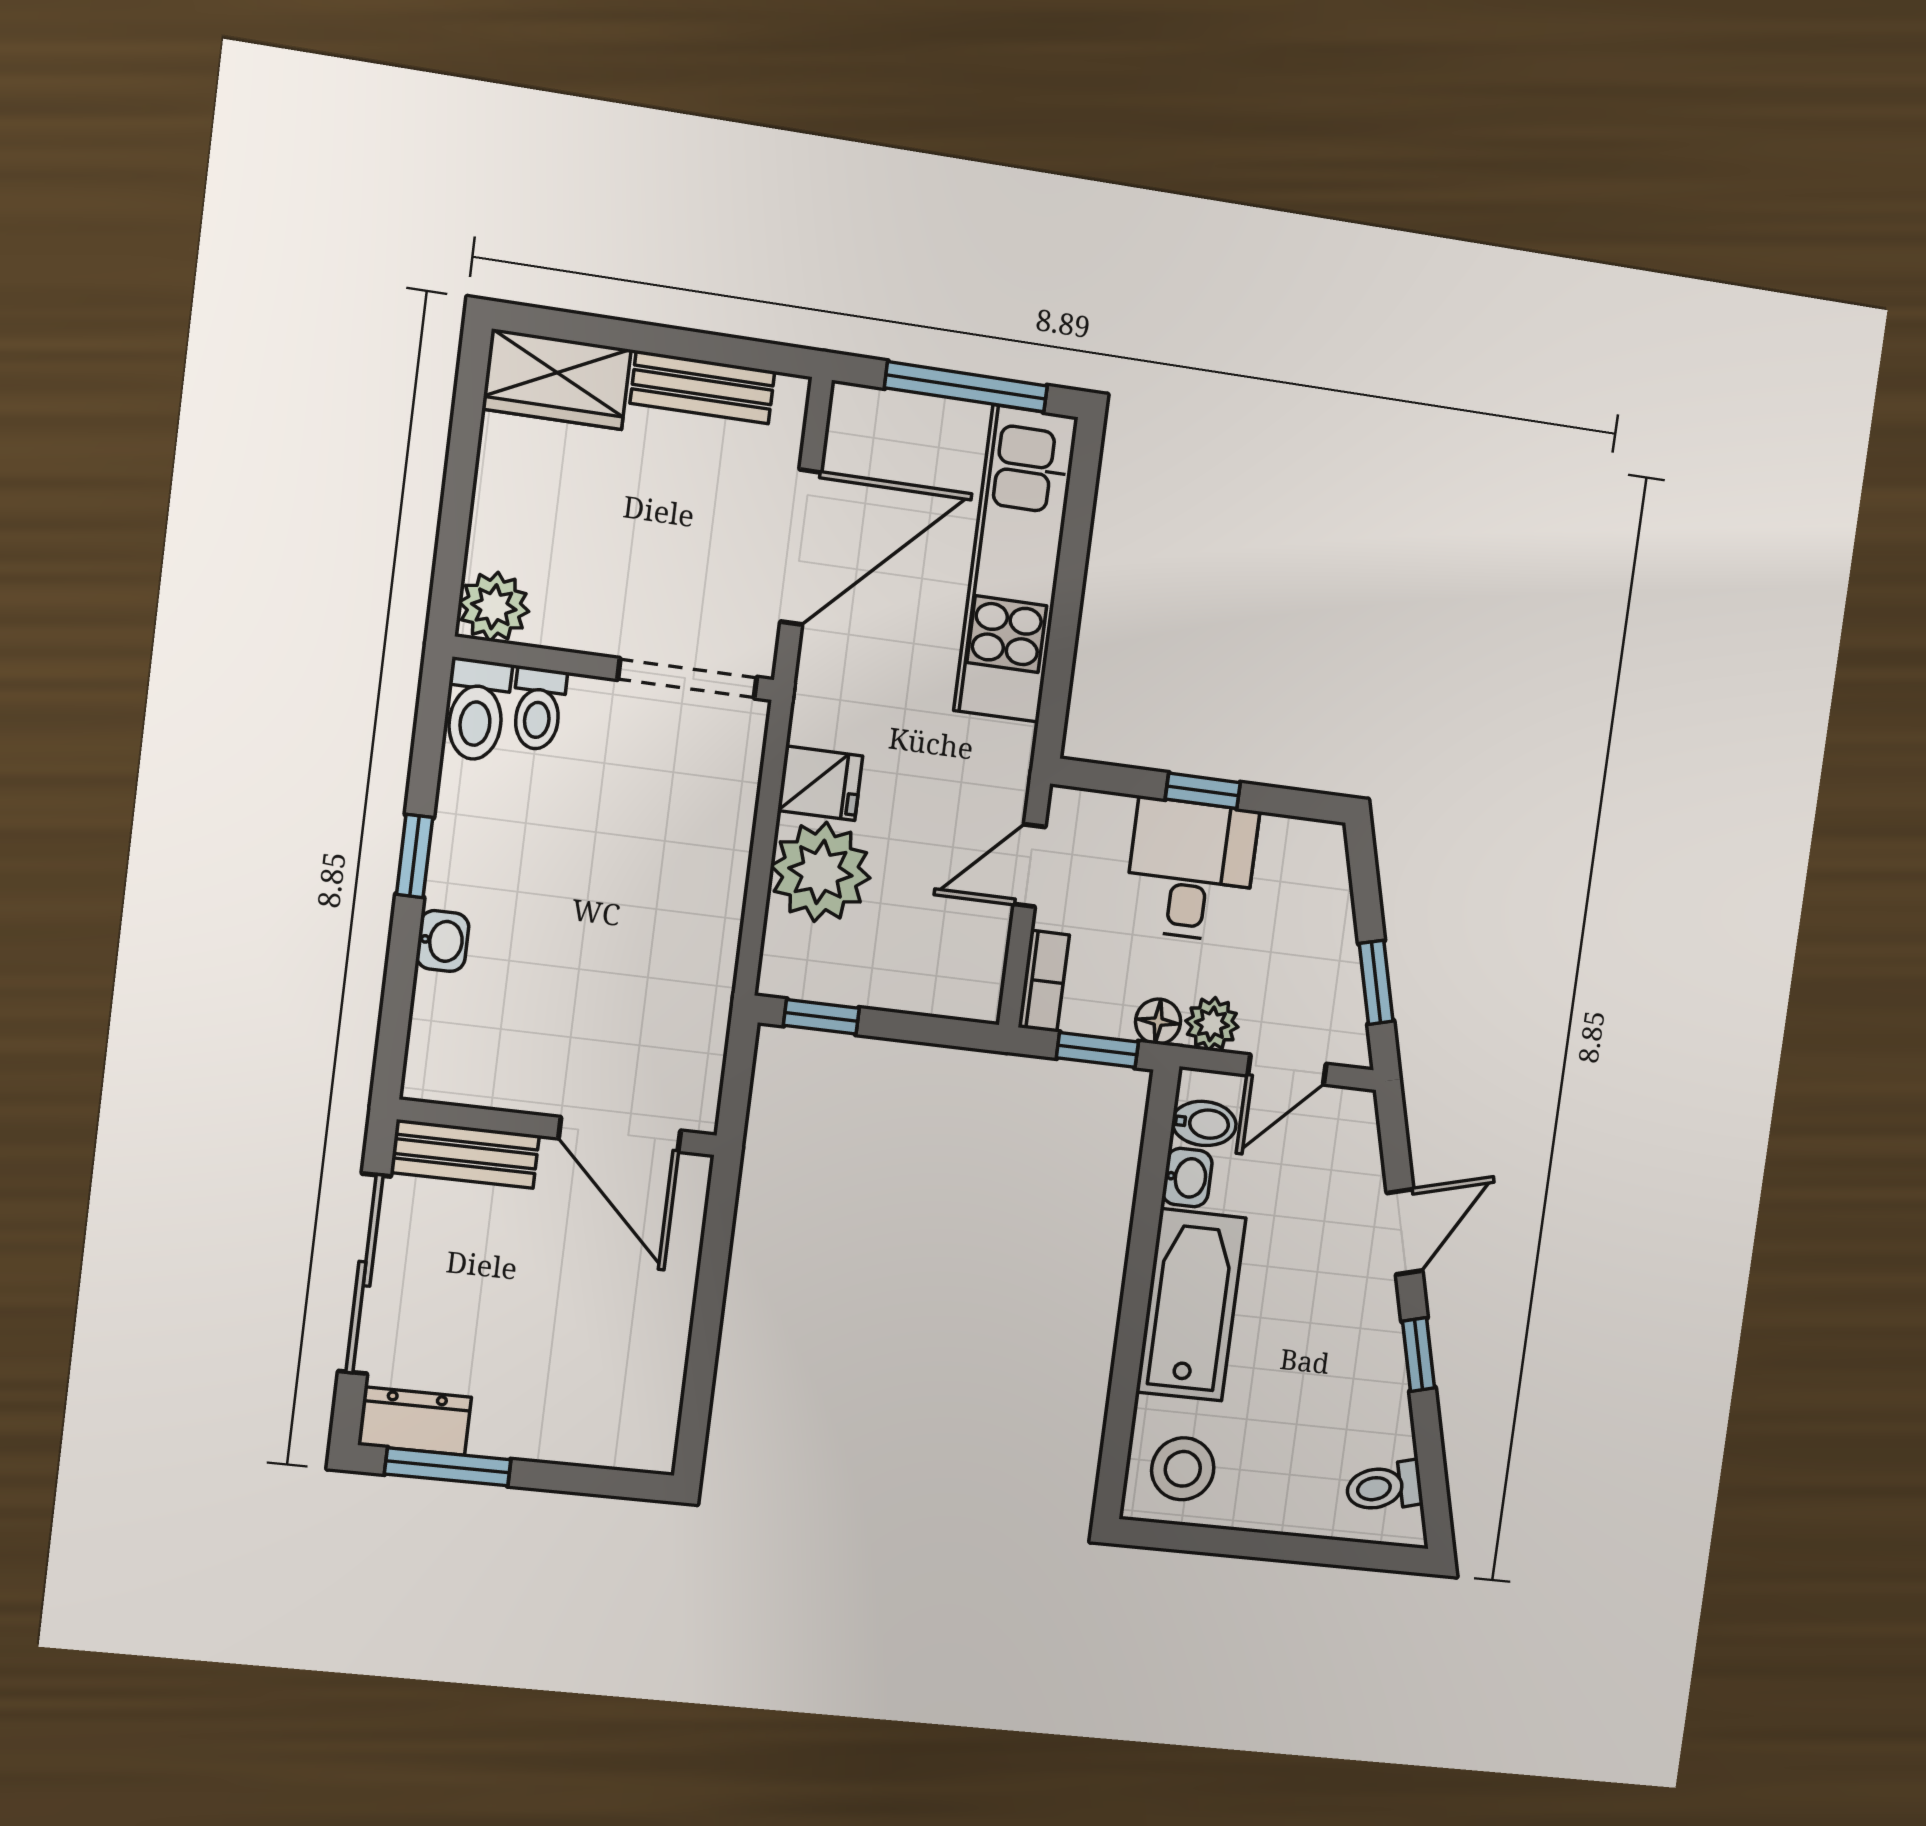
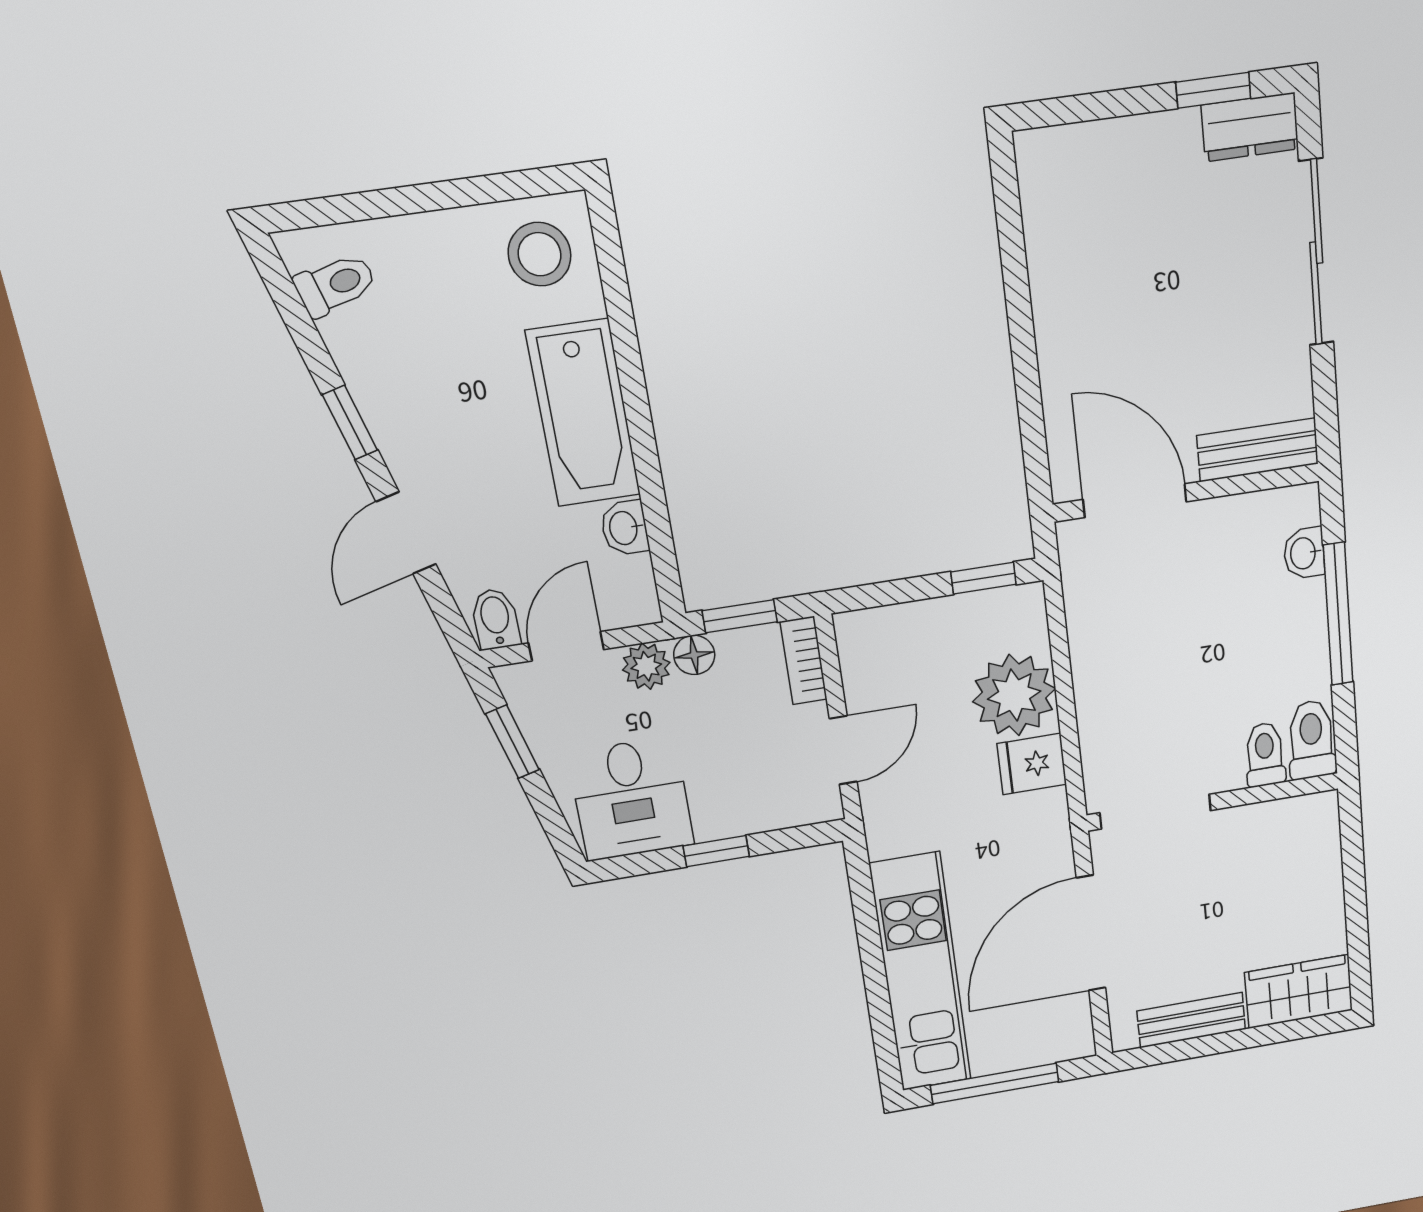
plant: (494, 607) -> (1313, 819), removed
window: (415, 856) -> (1338, 614), width x2.17
desk: (1191, 870) -> (631, 799), moved
bidet: (1204, 1123) -> (496, 619), moved, turned 90
wall: (558, 1127) -> (1187, 493), moved
door: (620, 1134) -> (1135, 501), moved
bench: (465, 1154) -> (1258, 450), moved
window: (448, 1467) -> (1213, 90), width x0.67

